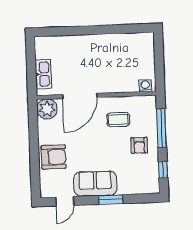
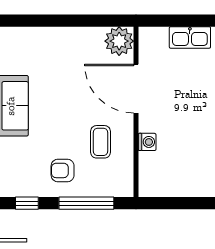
kitchen sink: (43, 74) -> (190, 37), moved
washing machine: (145, 86) -> (147, 142), moved
armchair: (54, 157) -> (51, 48), removed

